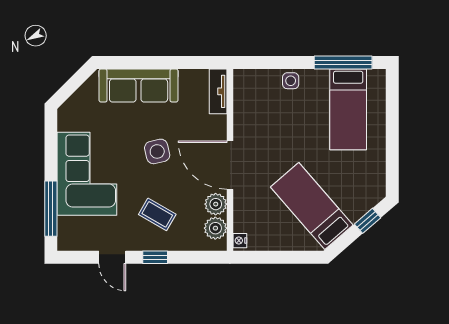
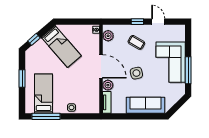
window: (392, 140) -> (22, 78), added
plant: (216, 204) -> (108, 85), moved
window: (51, 209) -> (188, 70), moved

